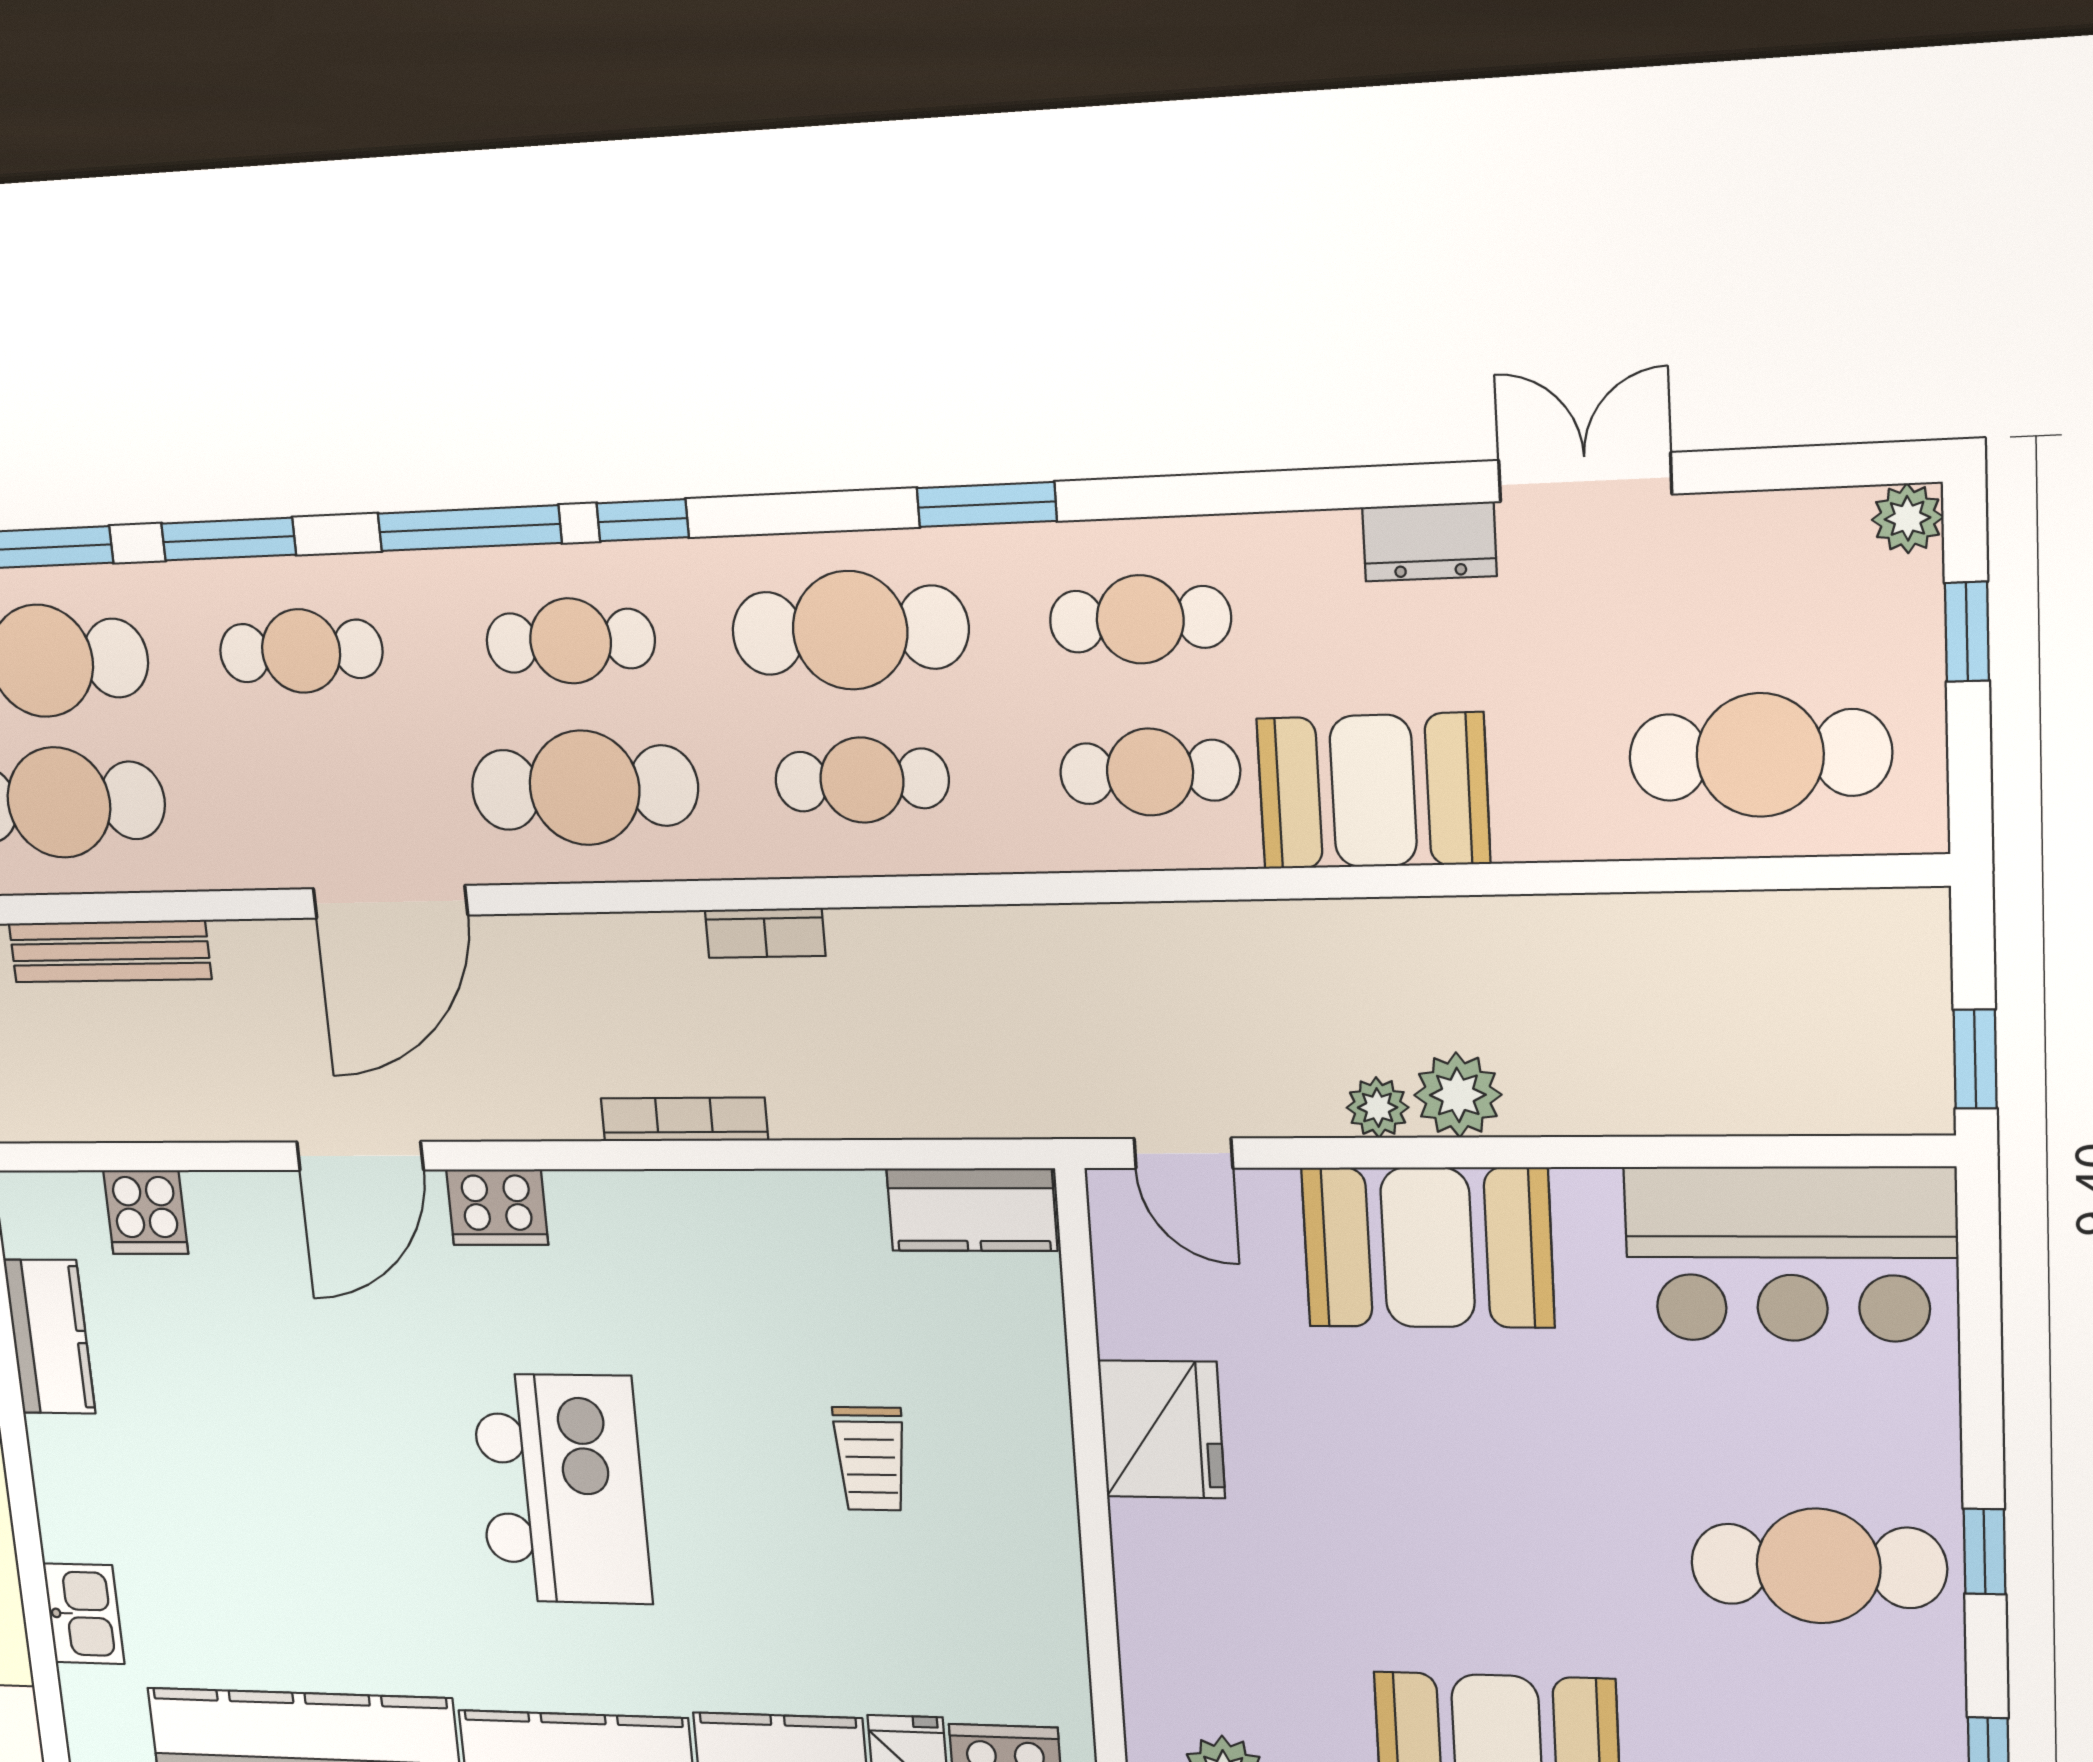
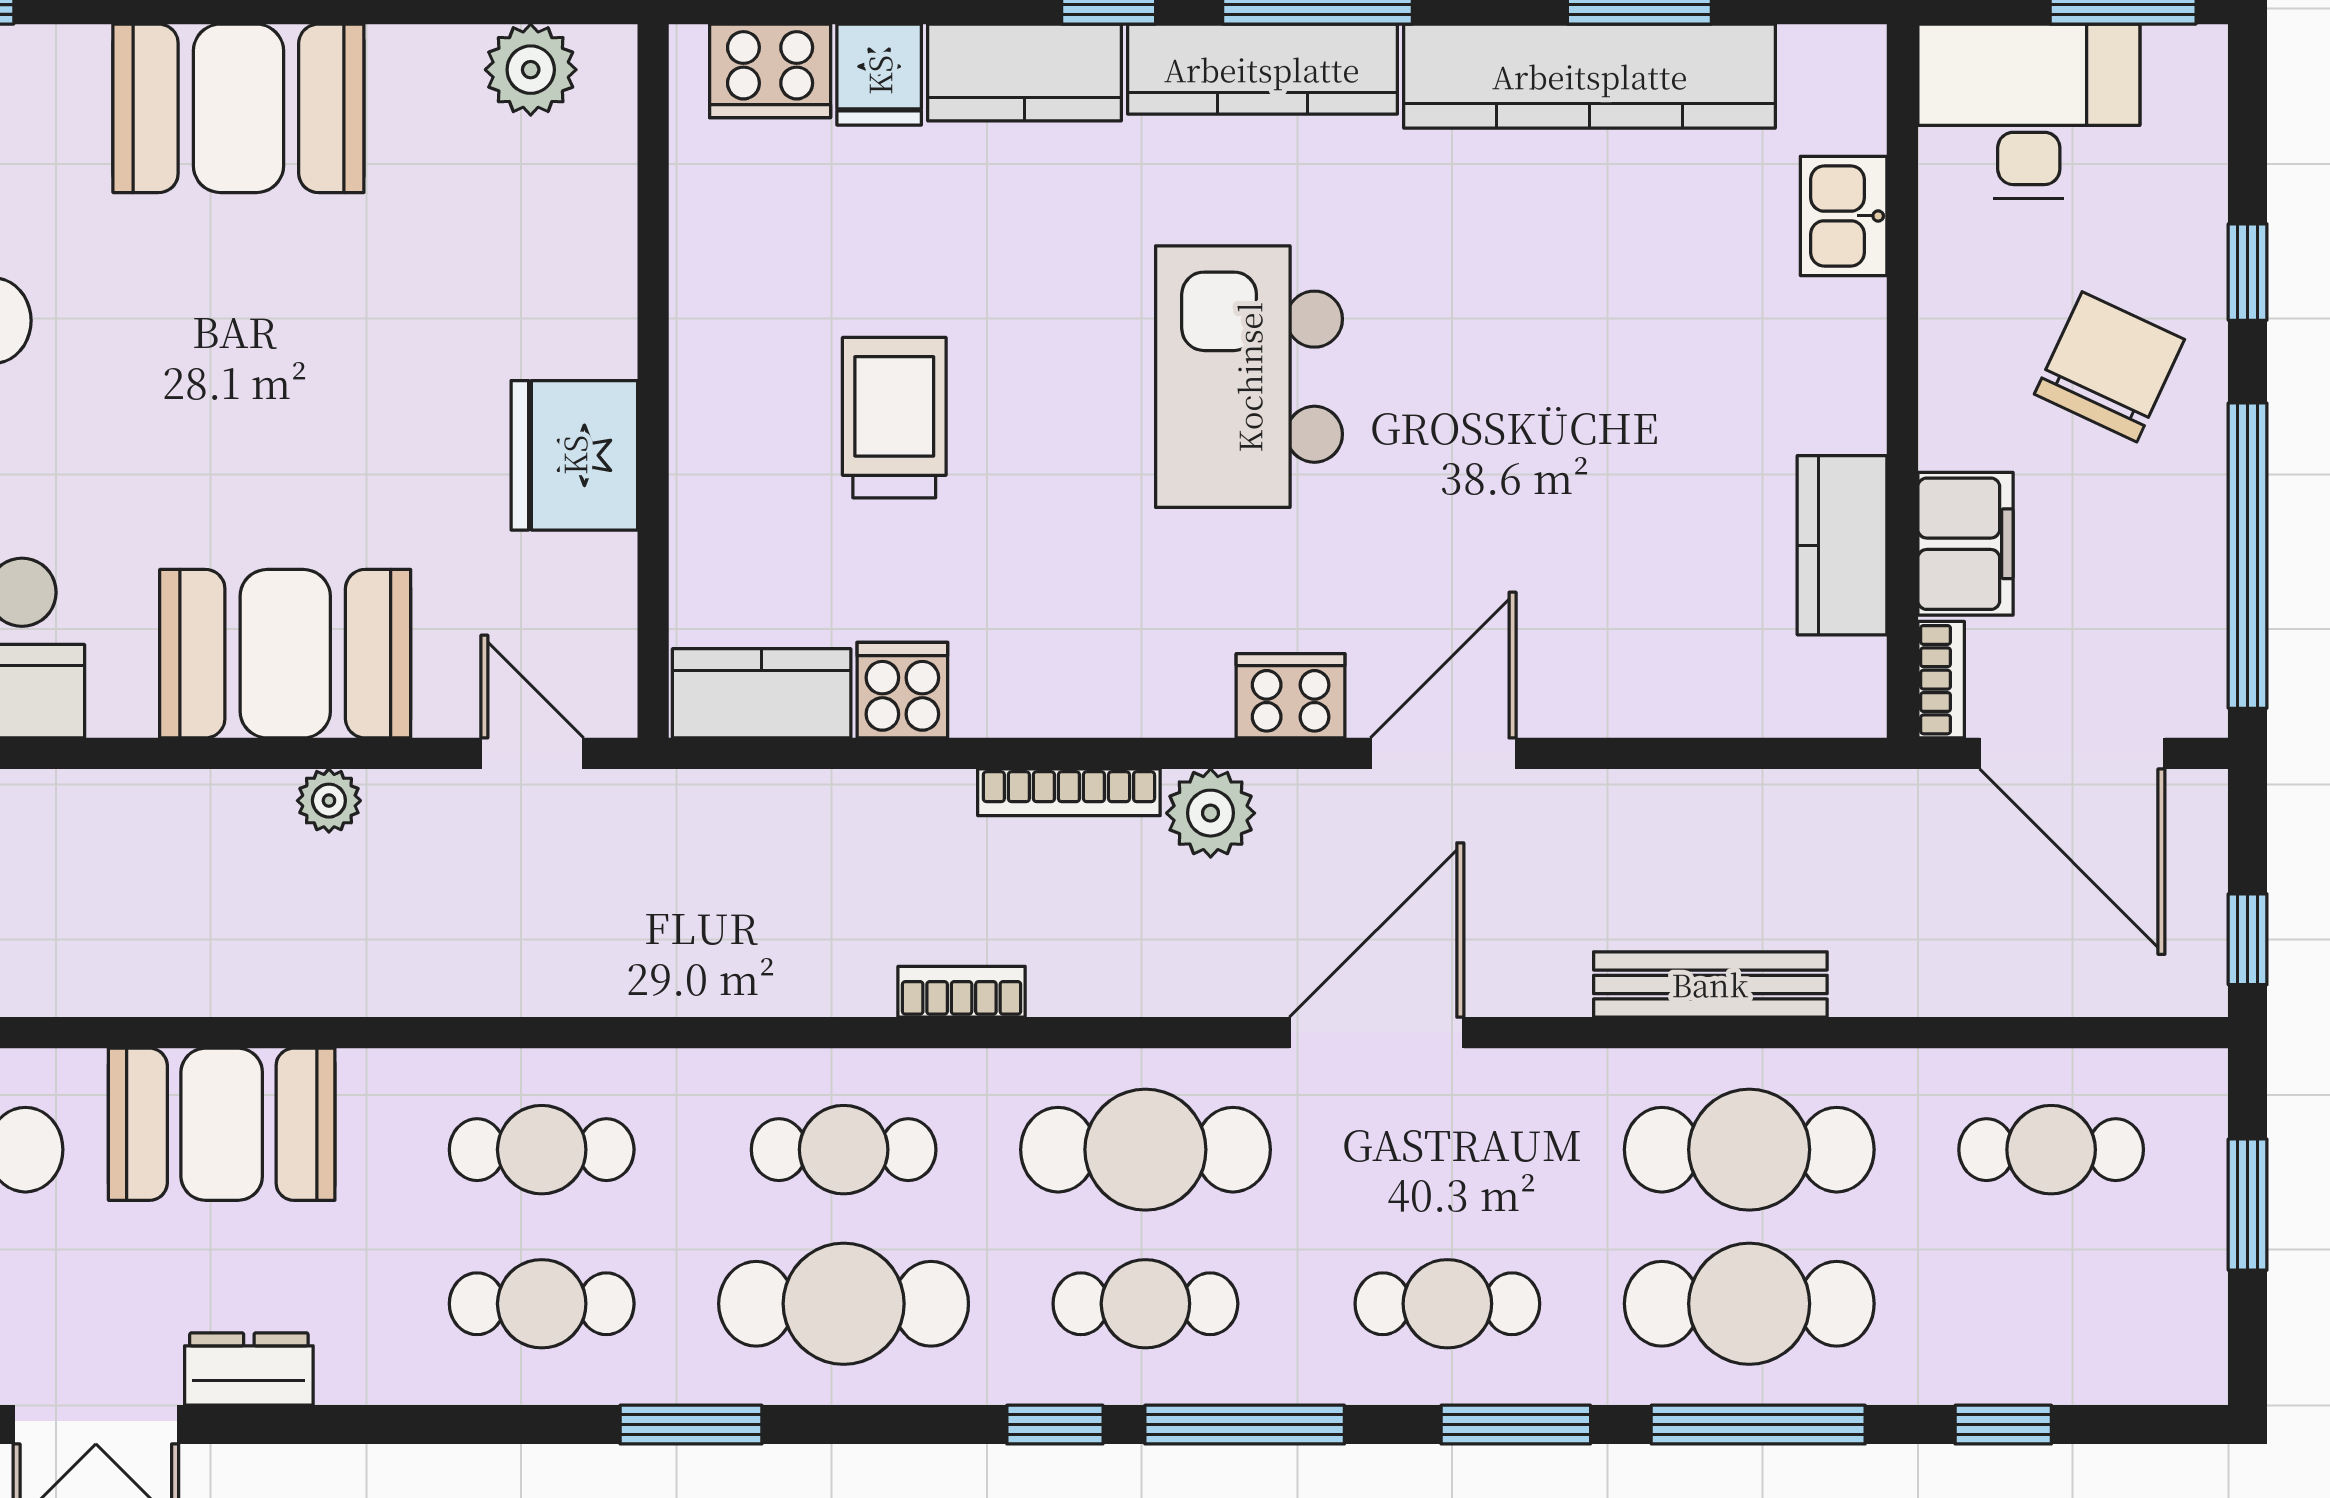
booth: (1373, 791) -> (222, 1124), moved
plant: (1458, 1095) -> (1211, 813), moved
cooker: (146, 1212) -> (902, 690), moved
trolley: (870, 1459) -> (894, 418), width x1.36, depth x1.39

